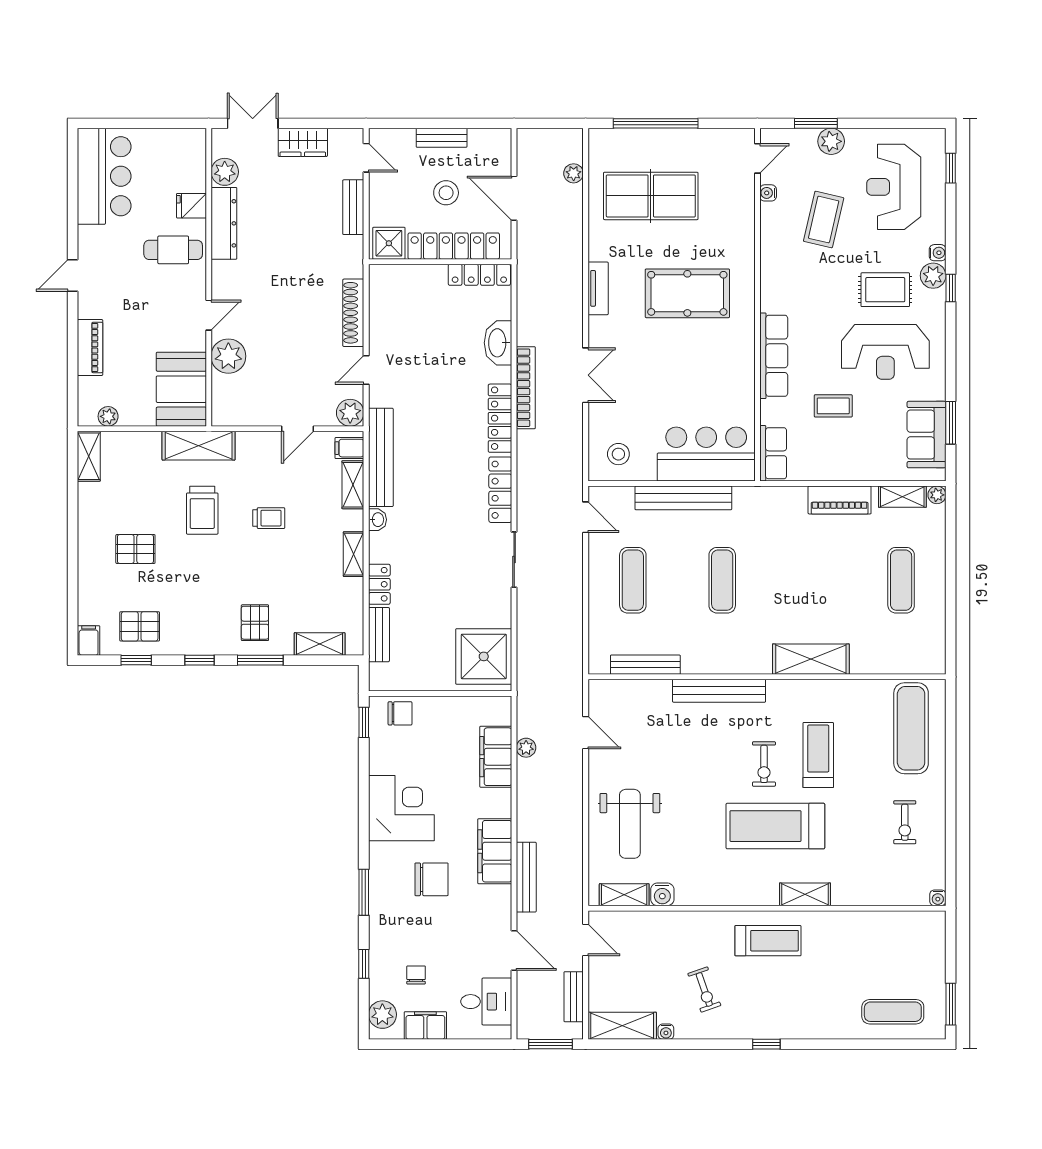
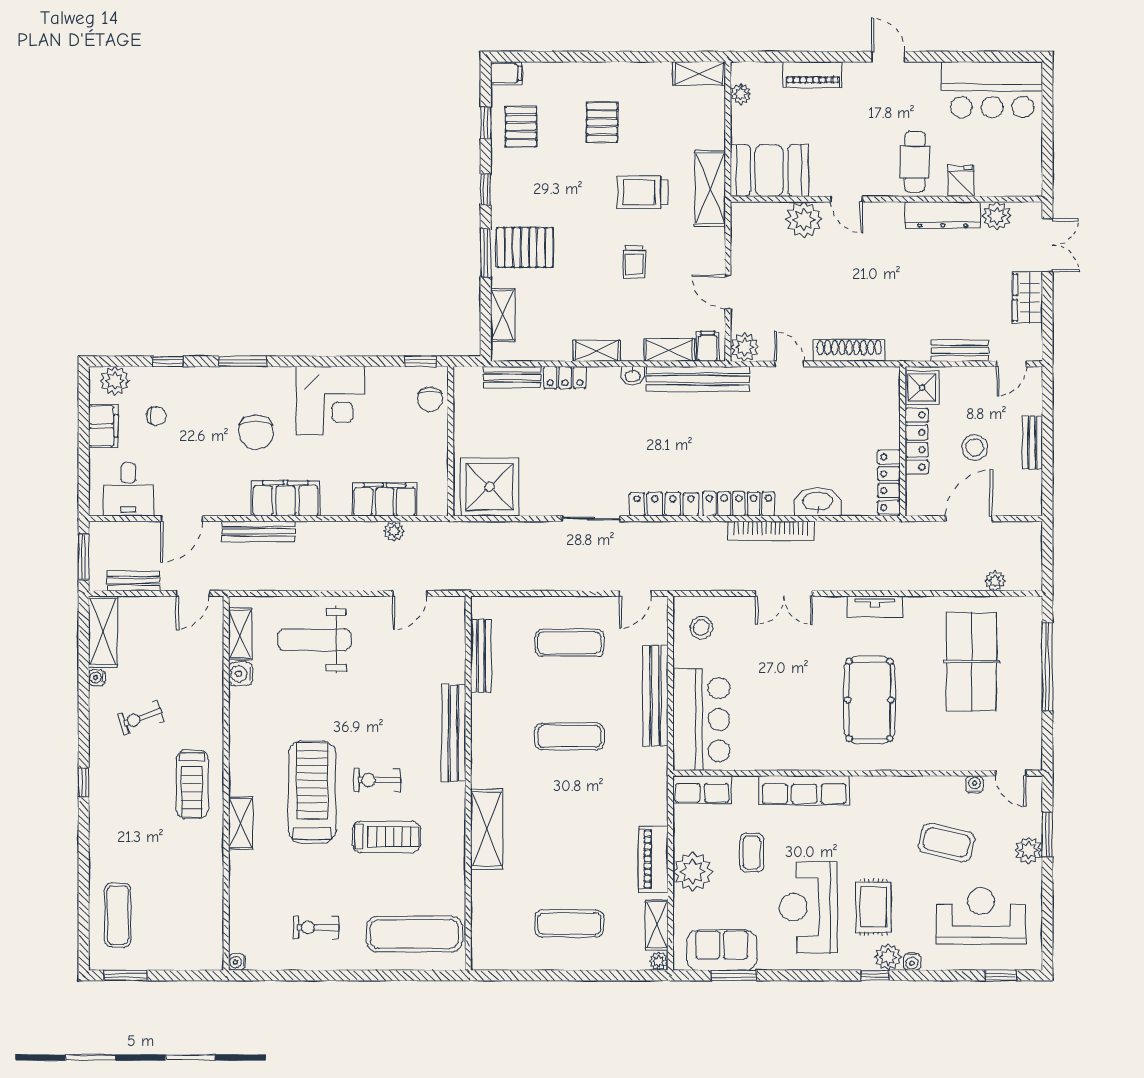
locker: (454, 246) -> (917, 441), width x0.71, depth x0.83
plant: (852, 462) -> (693, 872), added
pallet: (255, 623) -> (525, 247), width x1.50, depth x1.42

